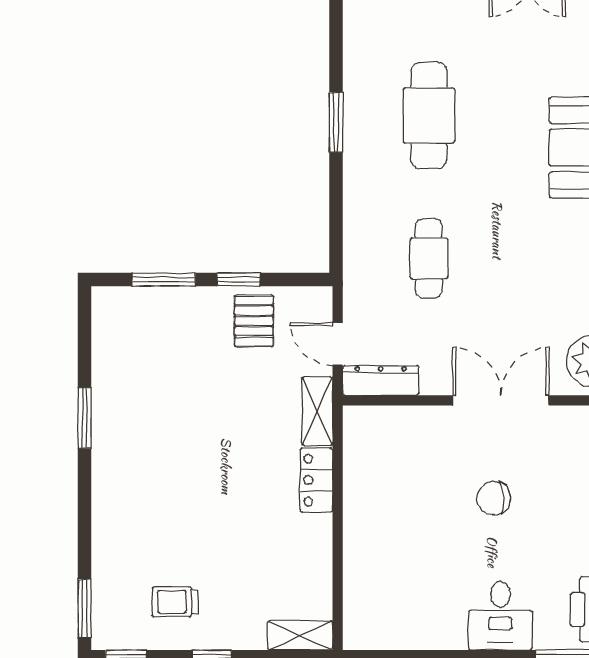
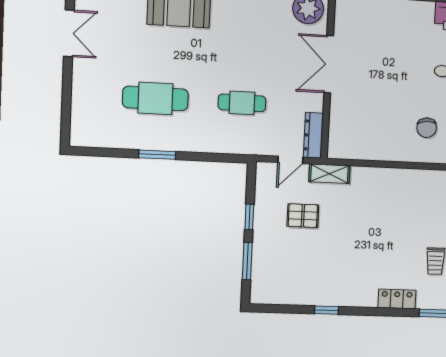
pallet: (254, 321) -> (303, 216), moved
window: (85, 418) -> (326, 310), width x0.67
locker: (316, 480) -> (397, 299), moved, turned 180
chair: (493, 498) -> (427, 128), moved

